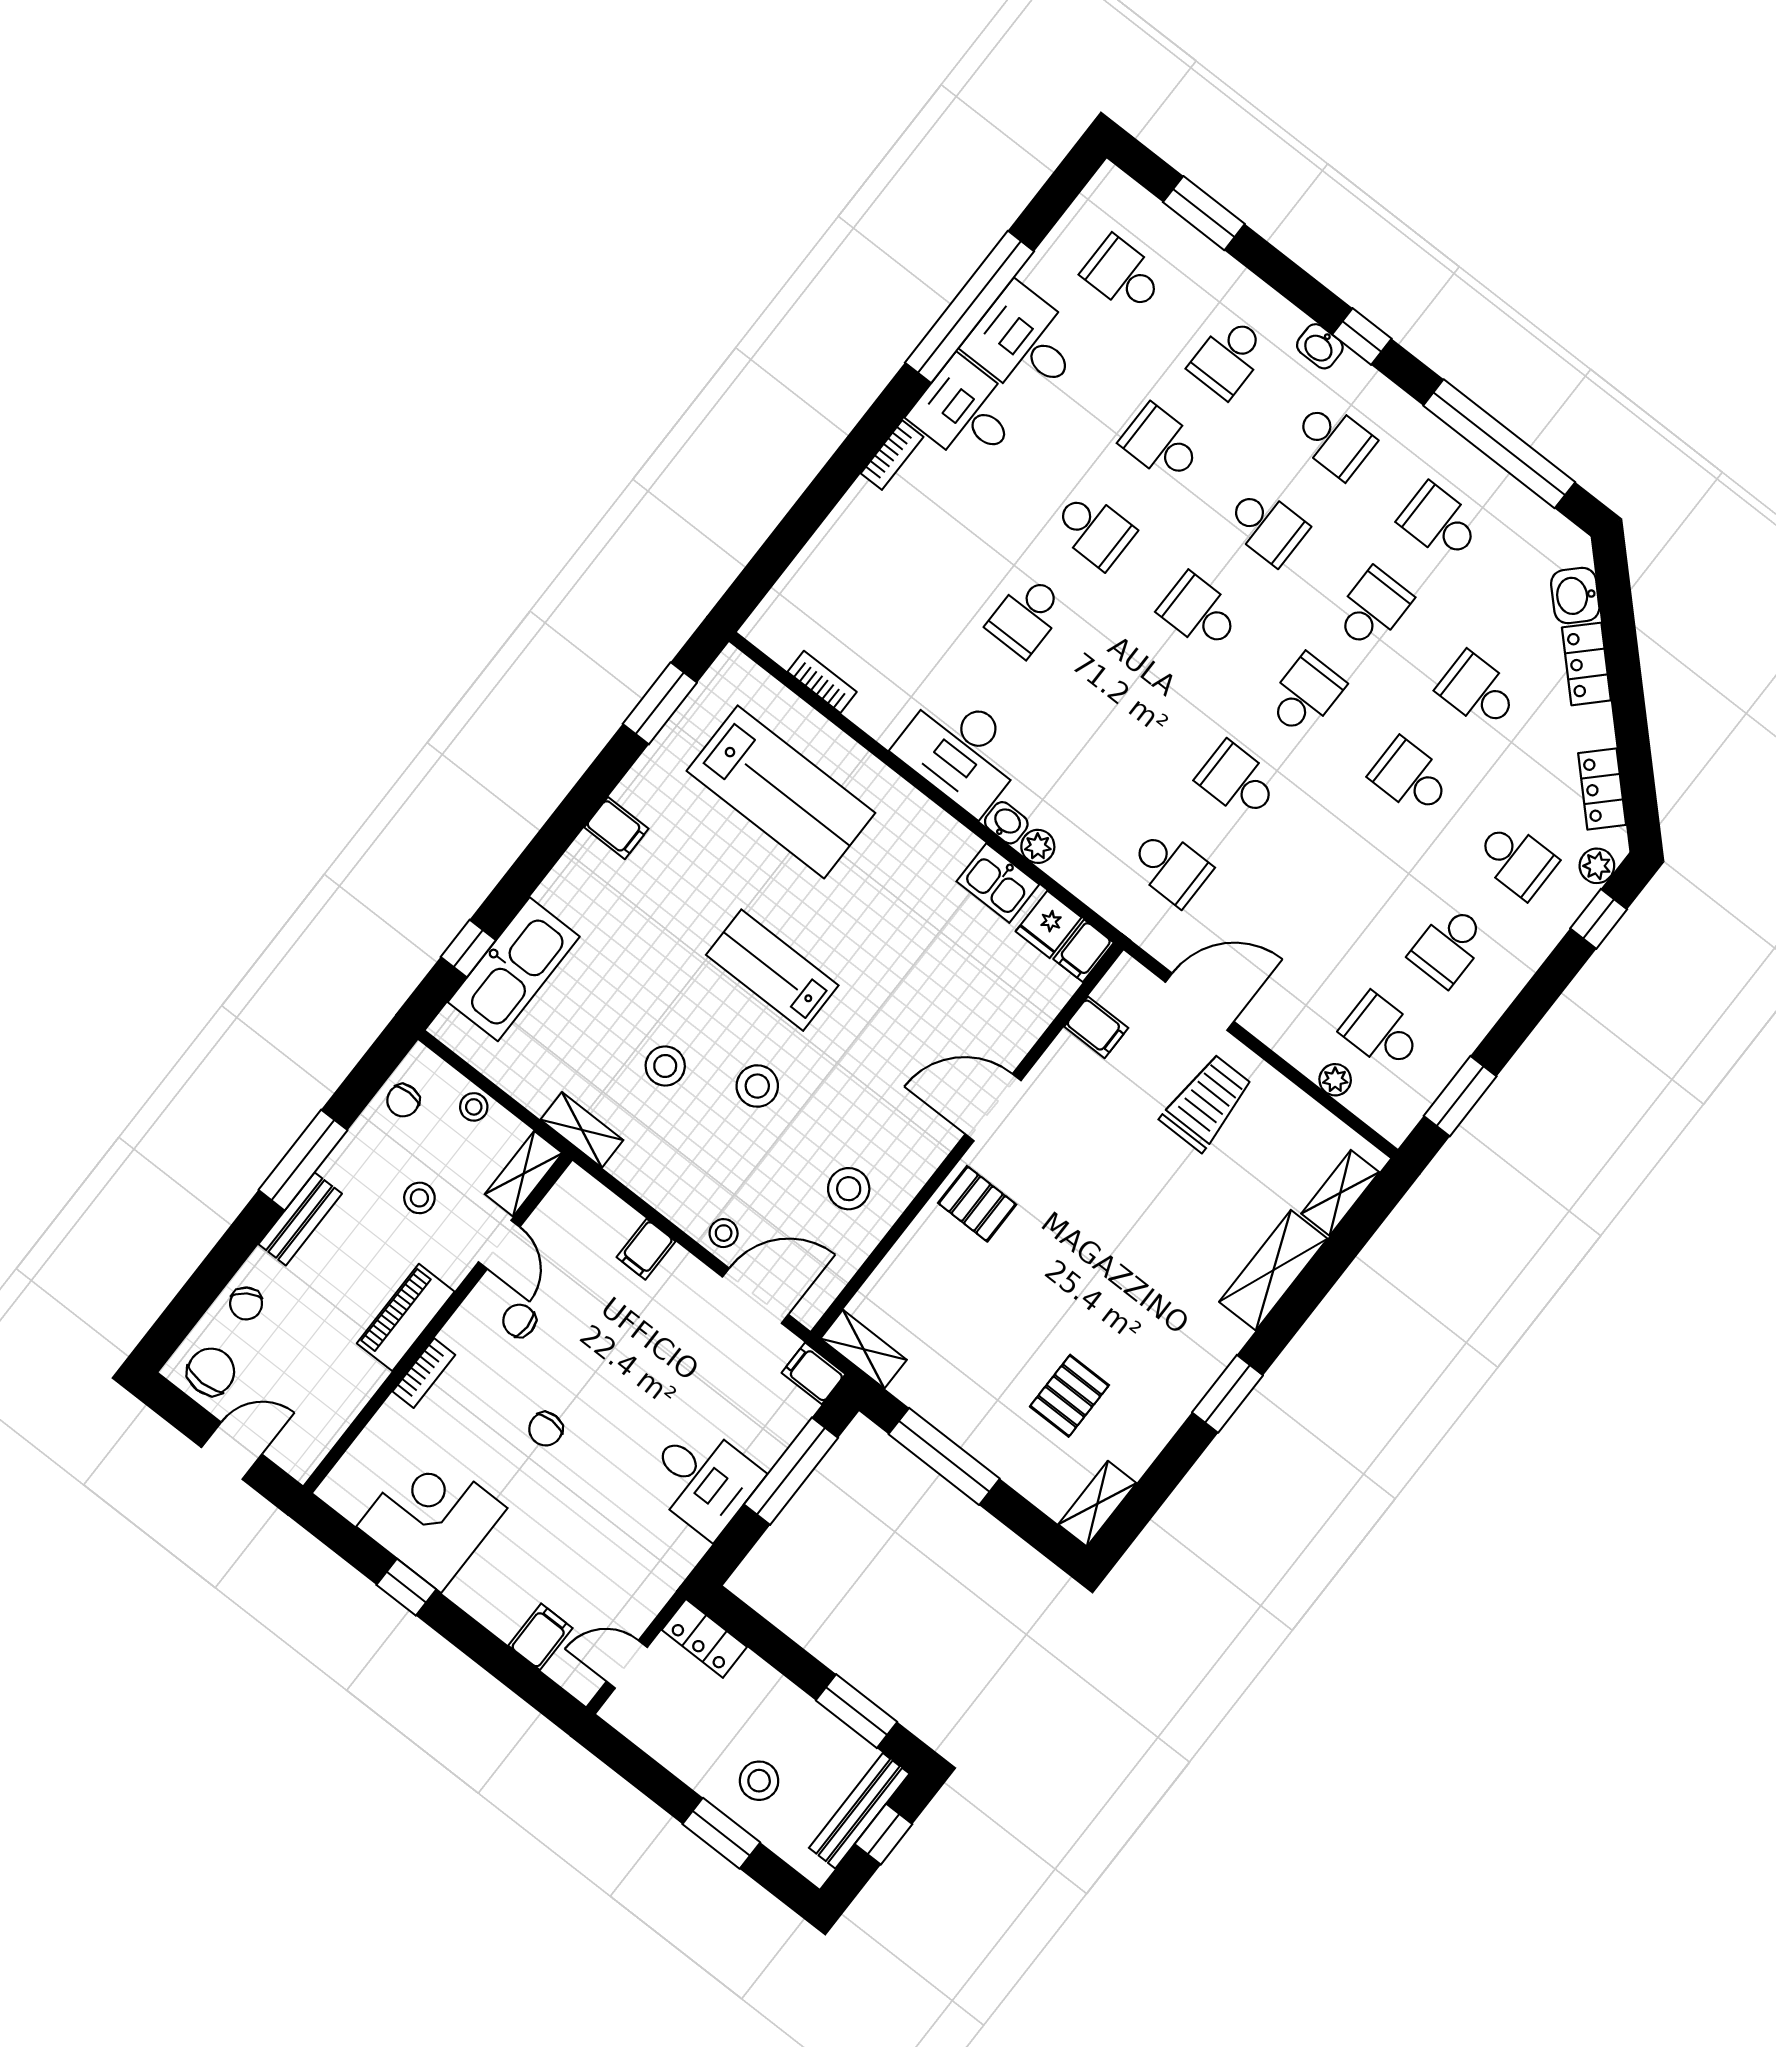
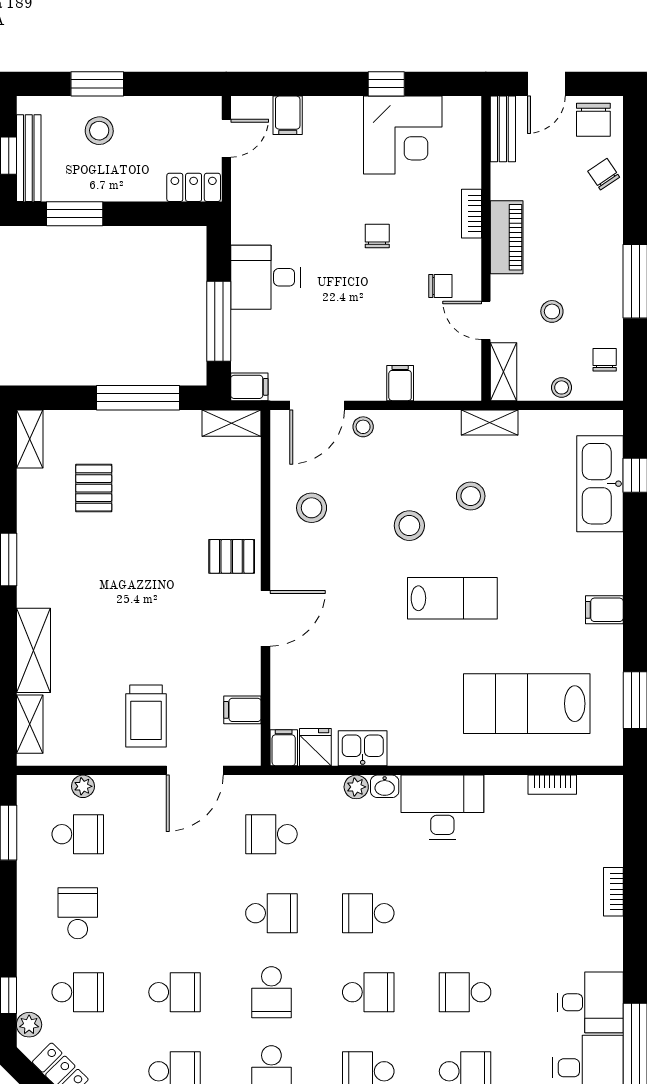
bookcase: (892, 455) -> (613, 892), moved
school desk: (1027, 616) -> (368, 913), moved, turned -90
school desk: (1516, 860) -> (78, 992), turned 180
bench: (300, 1219) -> (503, 129), moved

